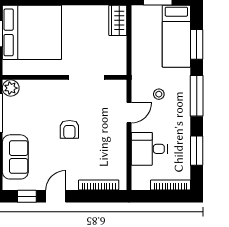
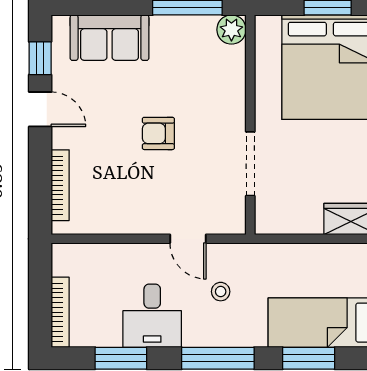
desk: (149, 149) -> (152, 316), moved, turned 180

